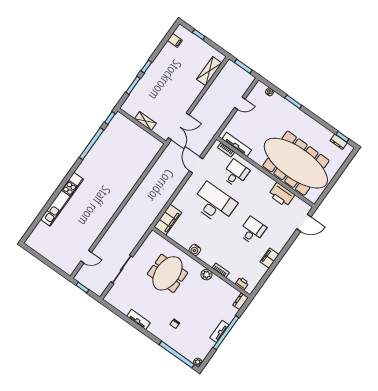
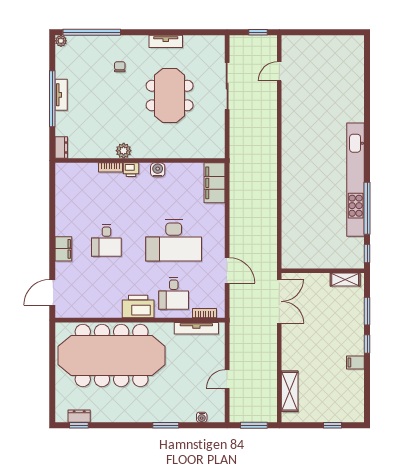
filing cabinet: (175, 40) -> (355, 363), moved
shelving: (145, 121) -> (345, 280), moved
double door: (179, 126) -> (279, 301), swing flipped
printer: (282, 195) -> (138, 307), moved
kitchen unit: (62, 199) -> (356, 180), moved, width x1.36
filing cabinet: (269, 258) -> (63, 249), moved
meeting table: (167, 273) -> (170, 96), moved
printer: (242, 284) -> (131, 170), moved

